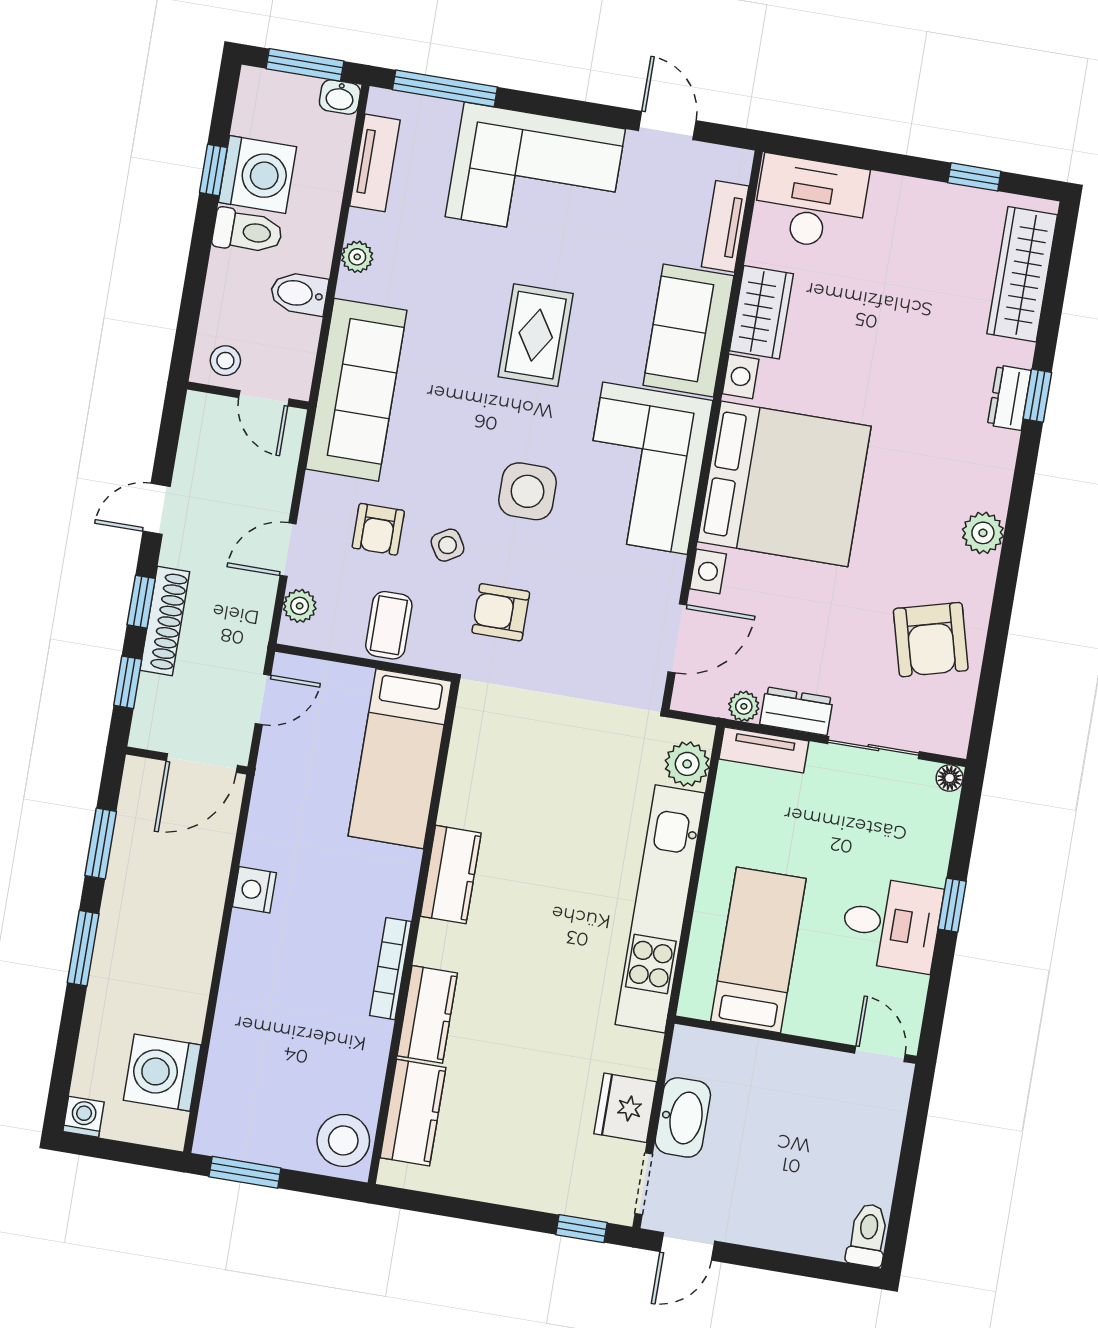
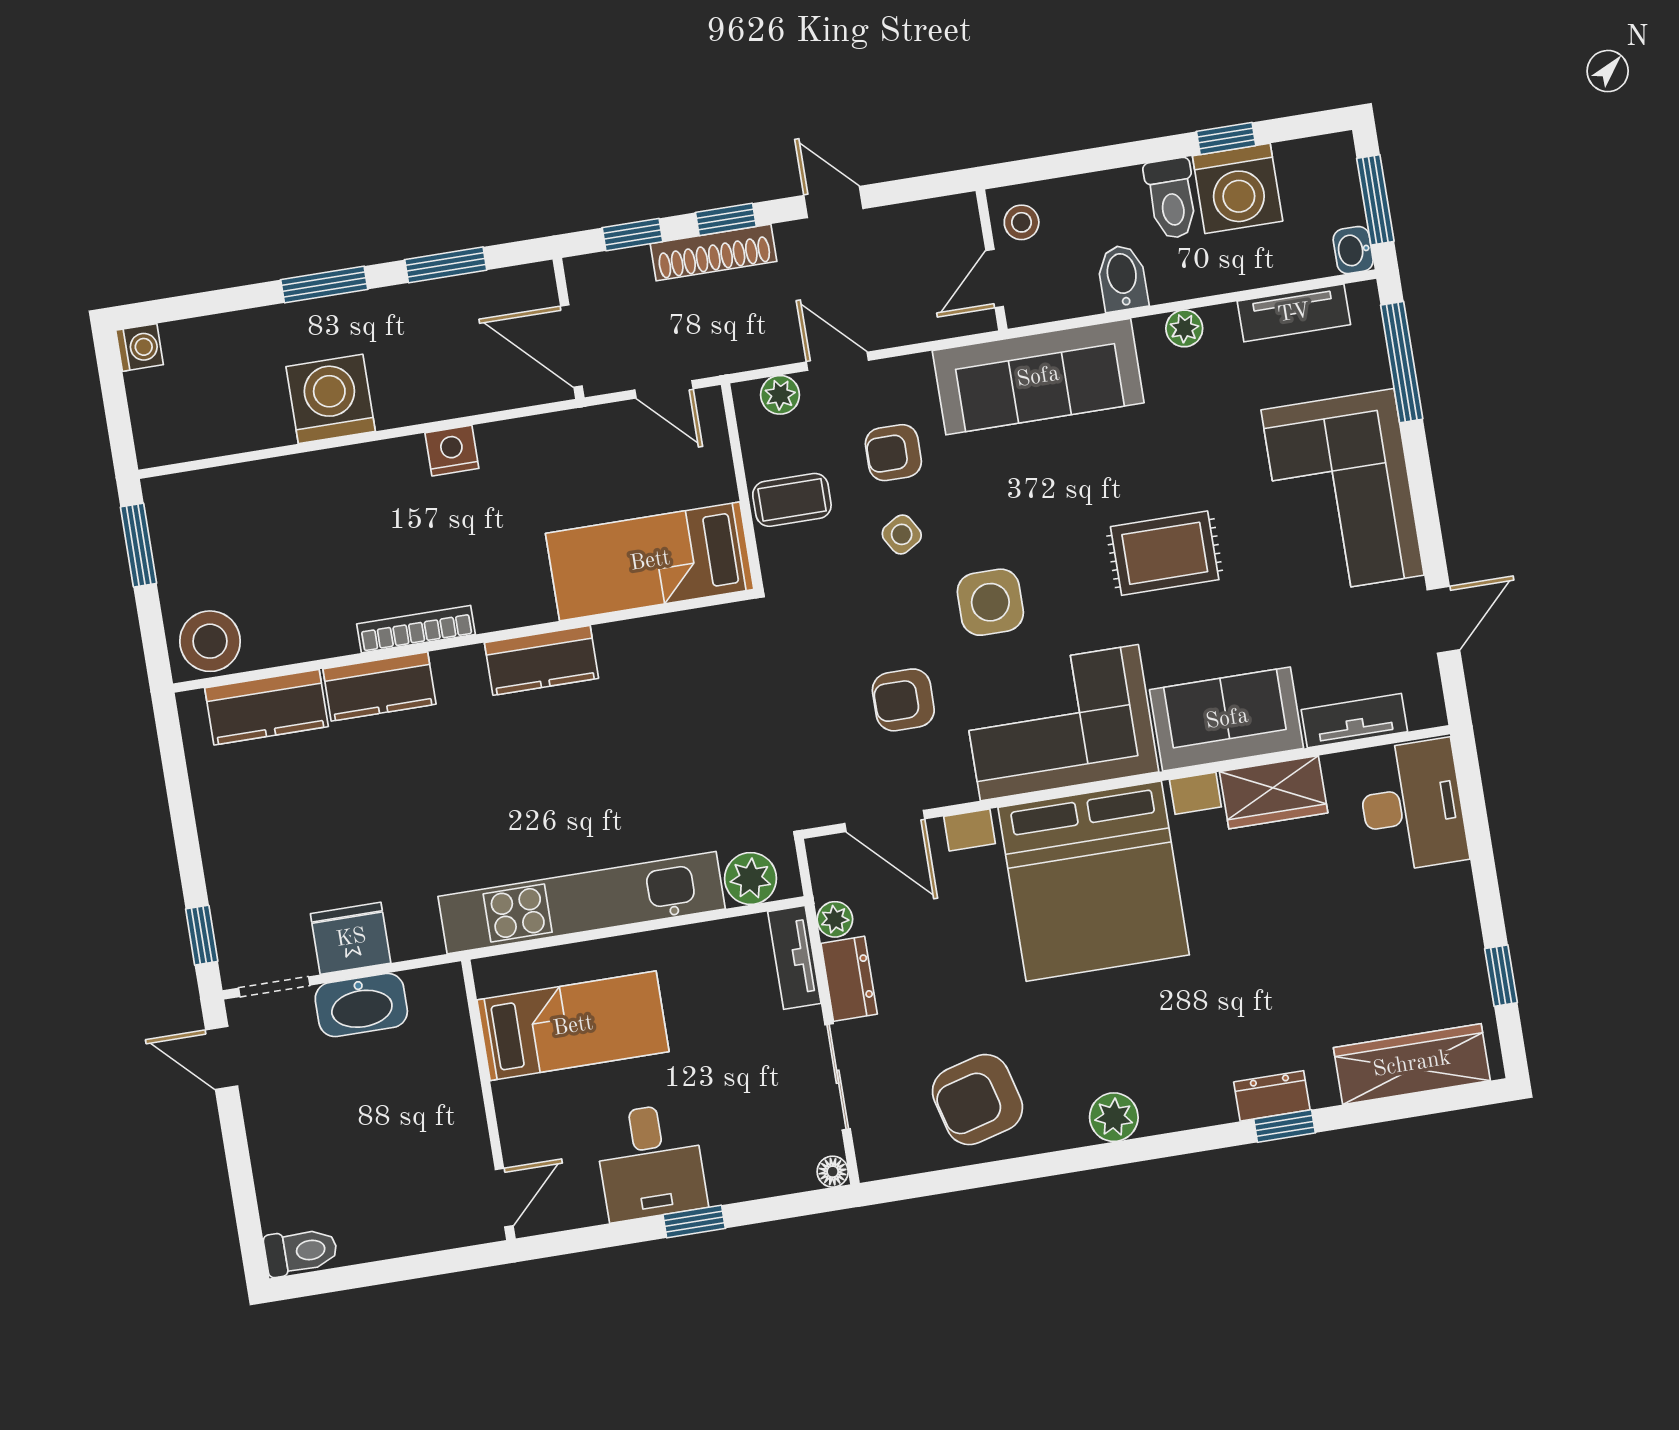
armchair: (501, 612) -> (903, 700), moved, turned -90
washing machine: (162, 1073) -> (331, 399), moved

